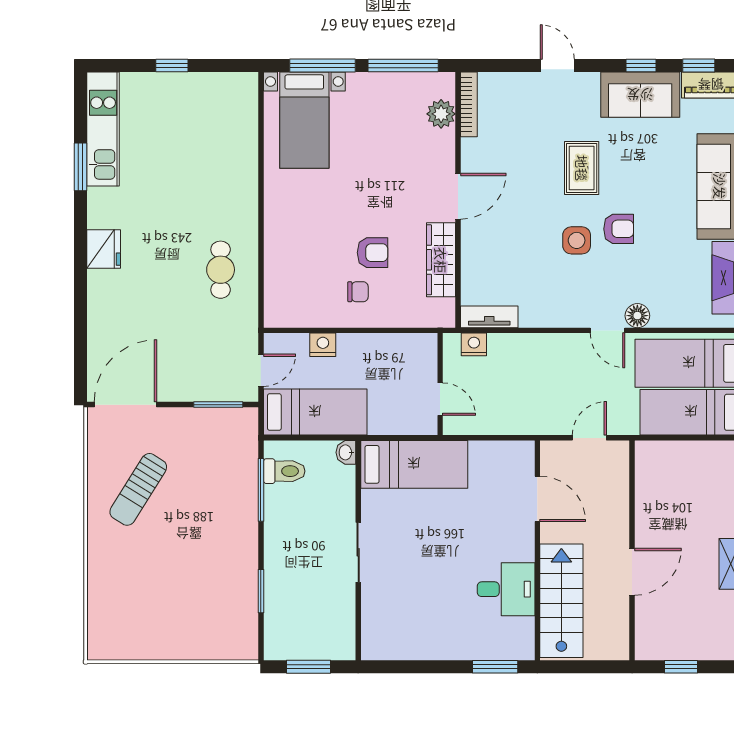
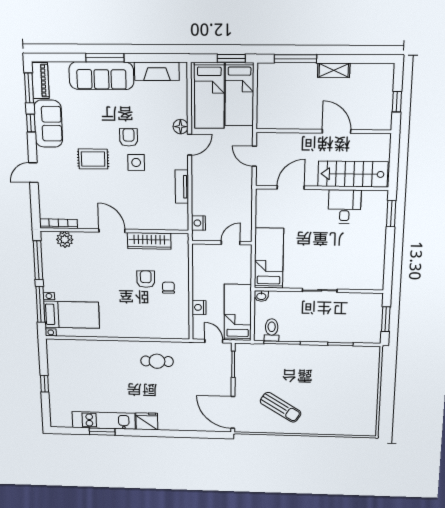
window: (699, 65) -> (29, 88), width x1.50
kitchen unit: (103, 129) -> (104, 420), moved
tv unit: (489, 317) -> (182, 187), moved

